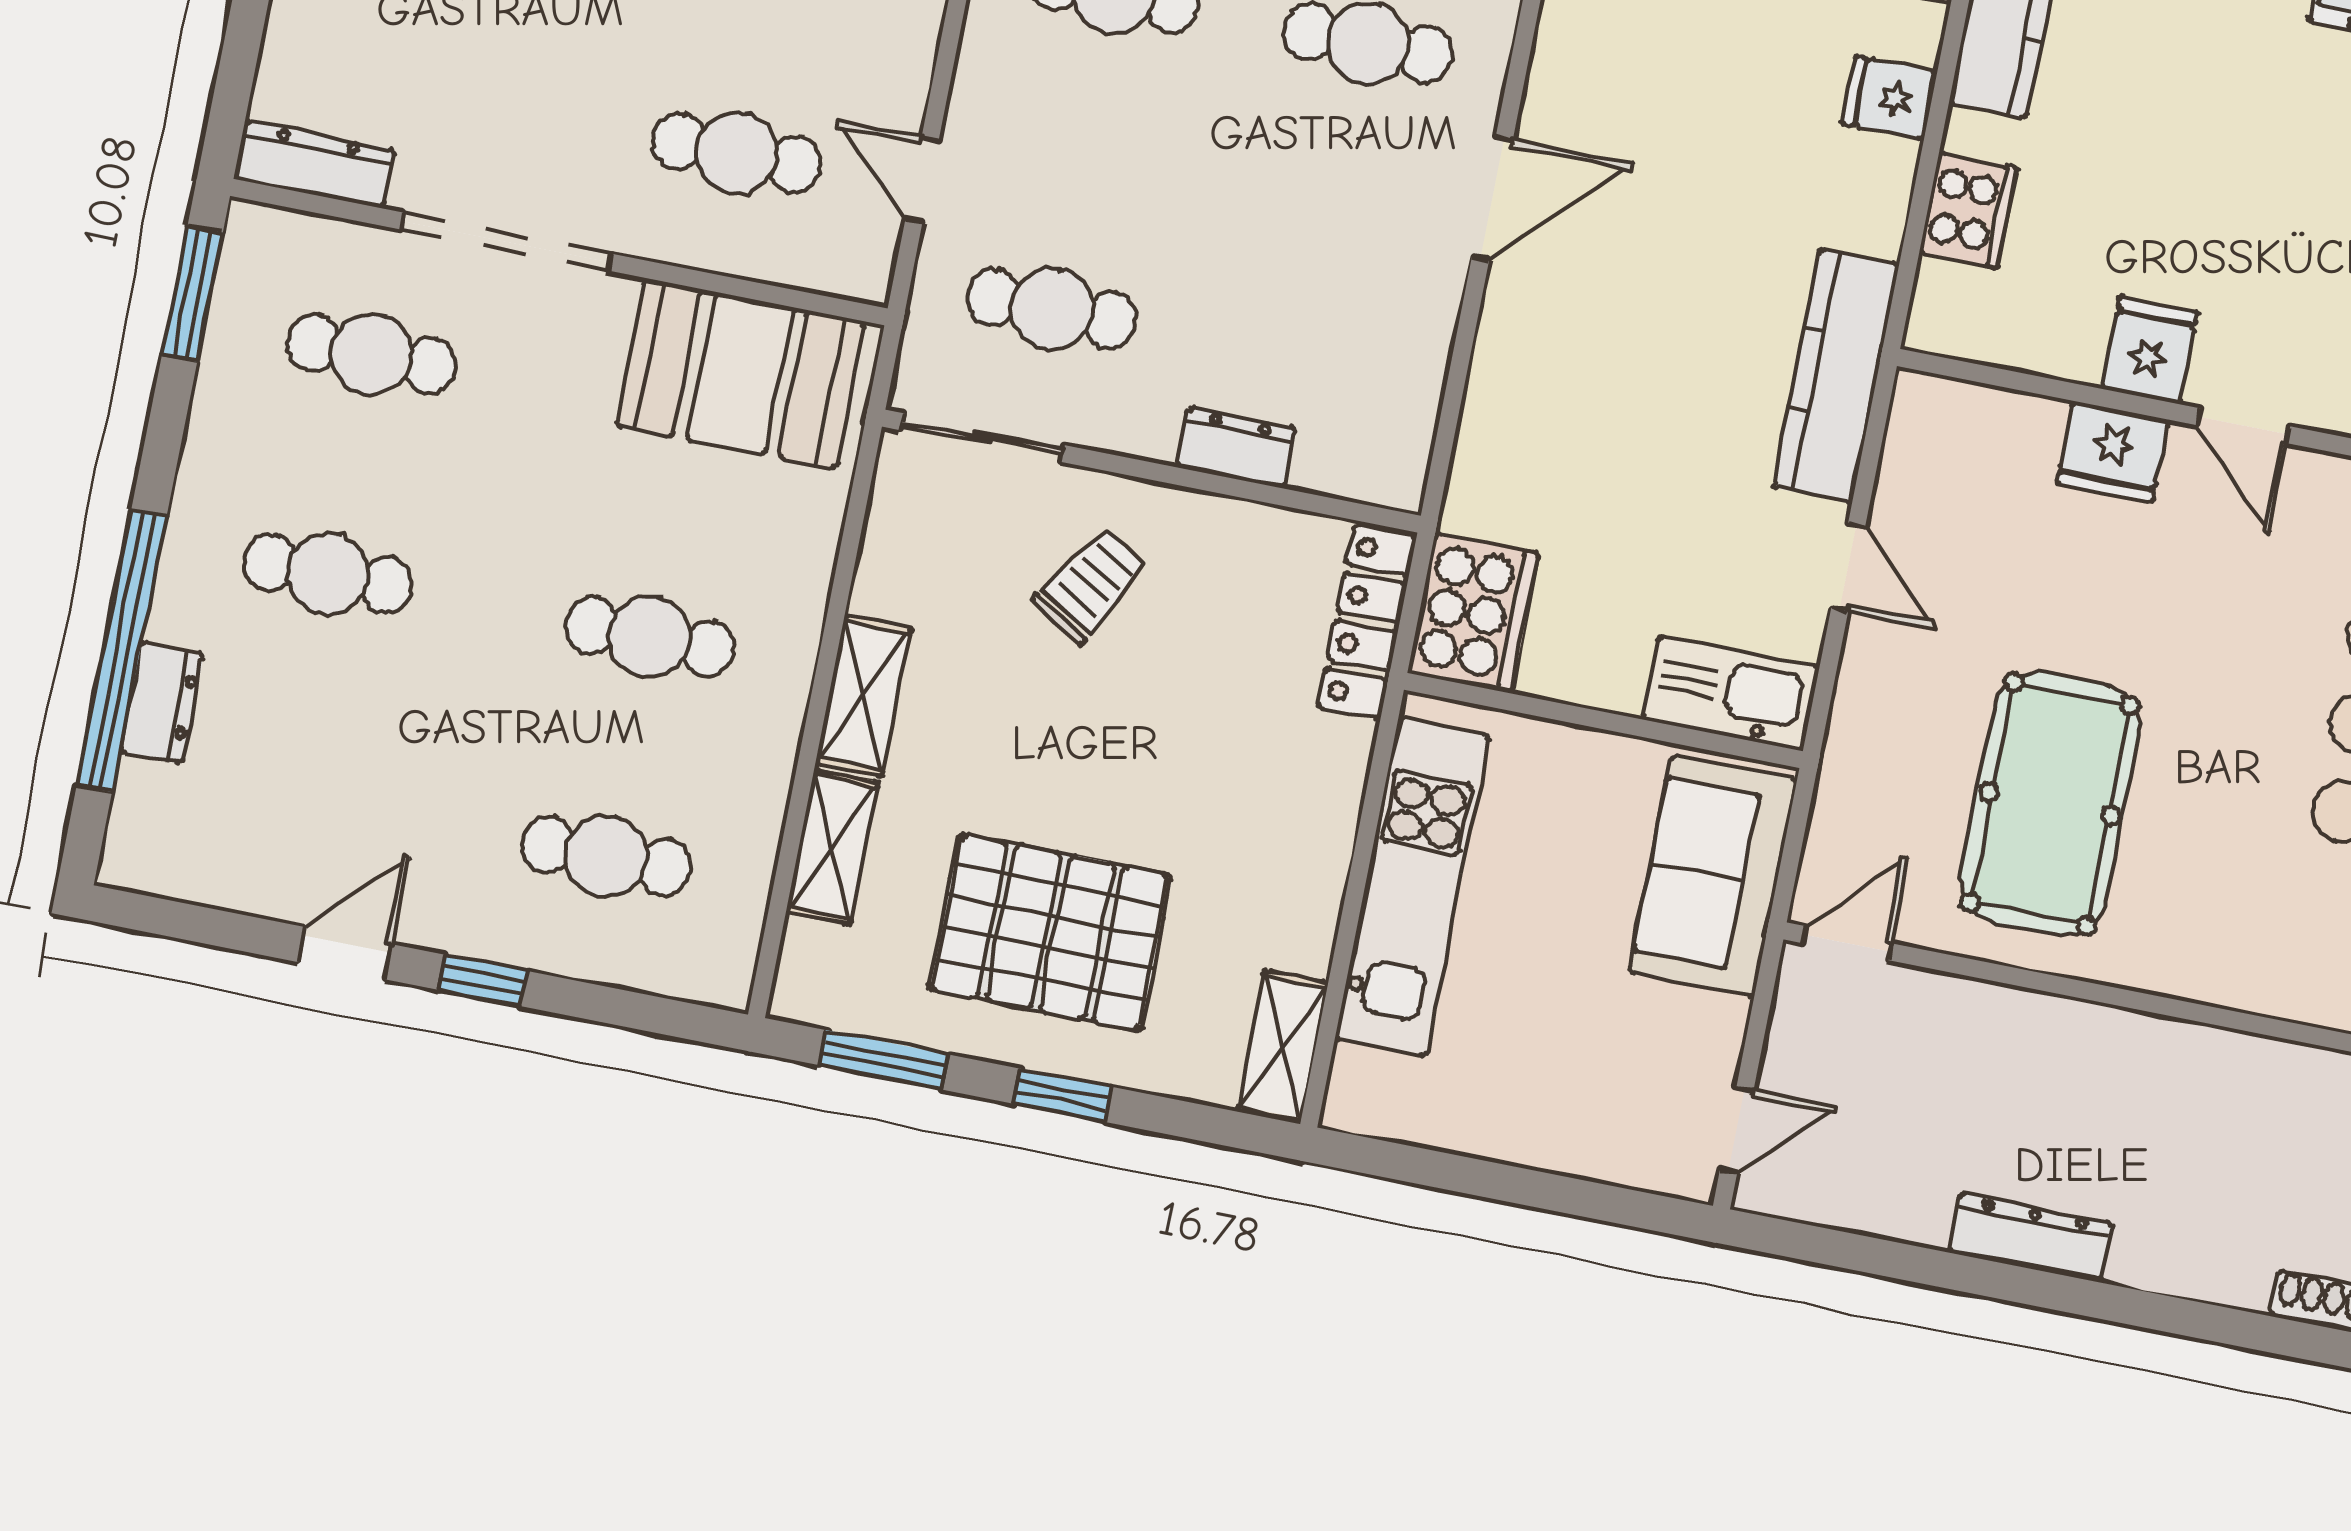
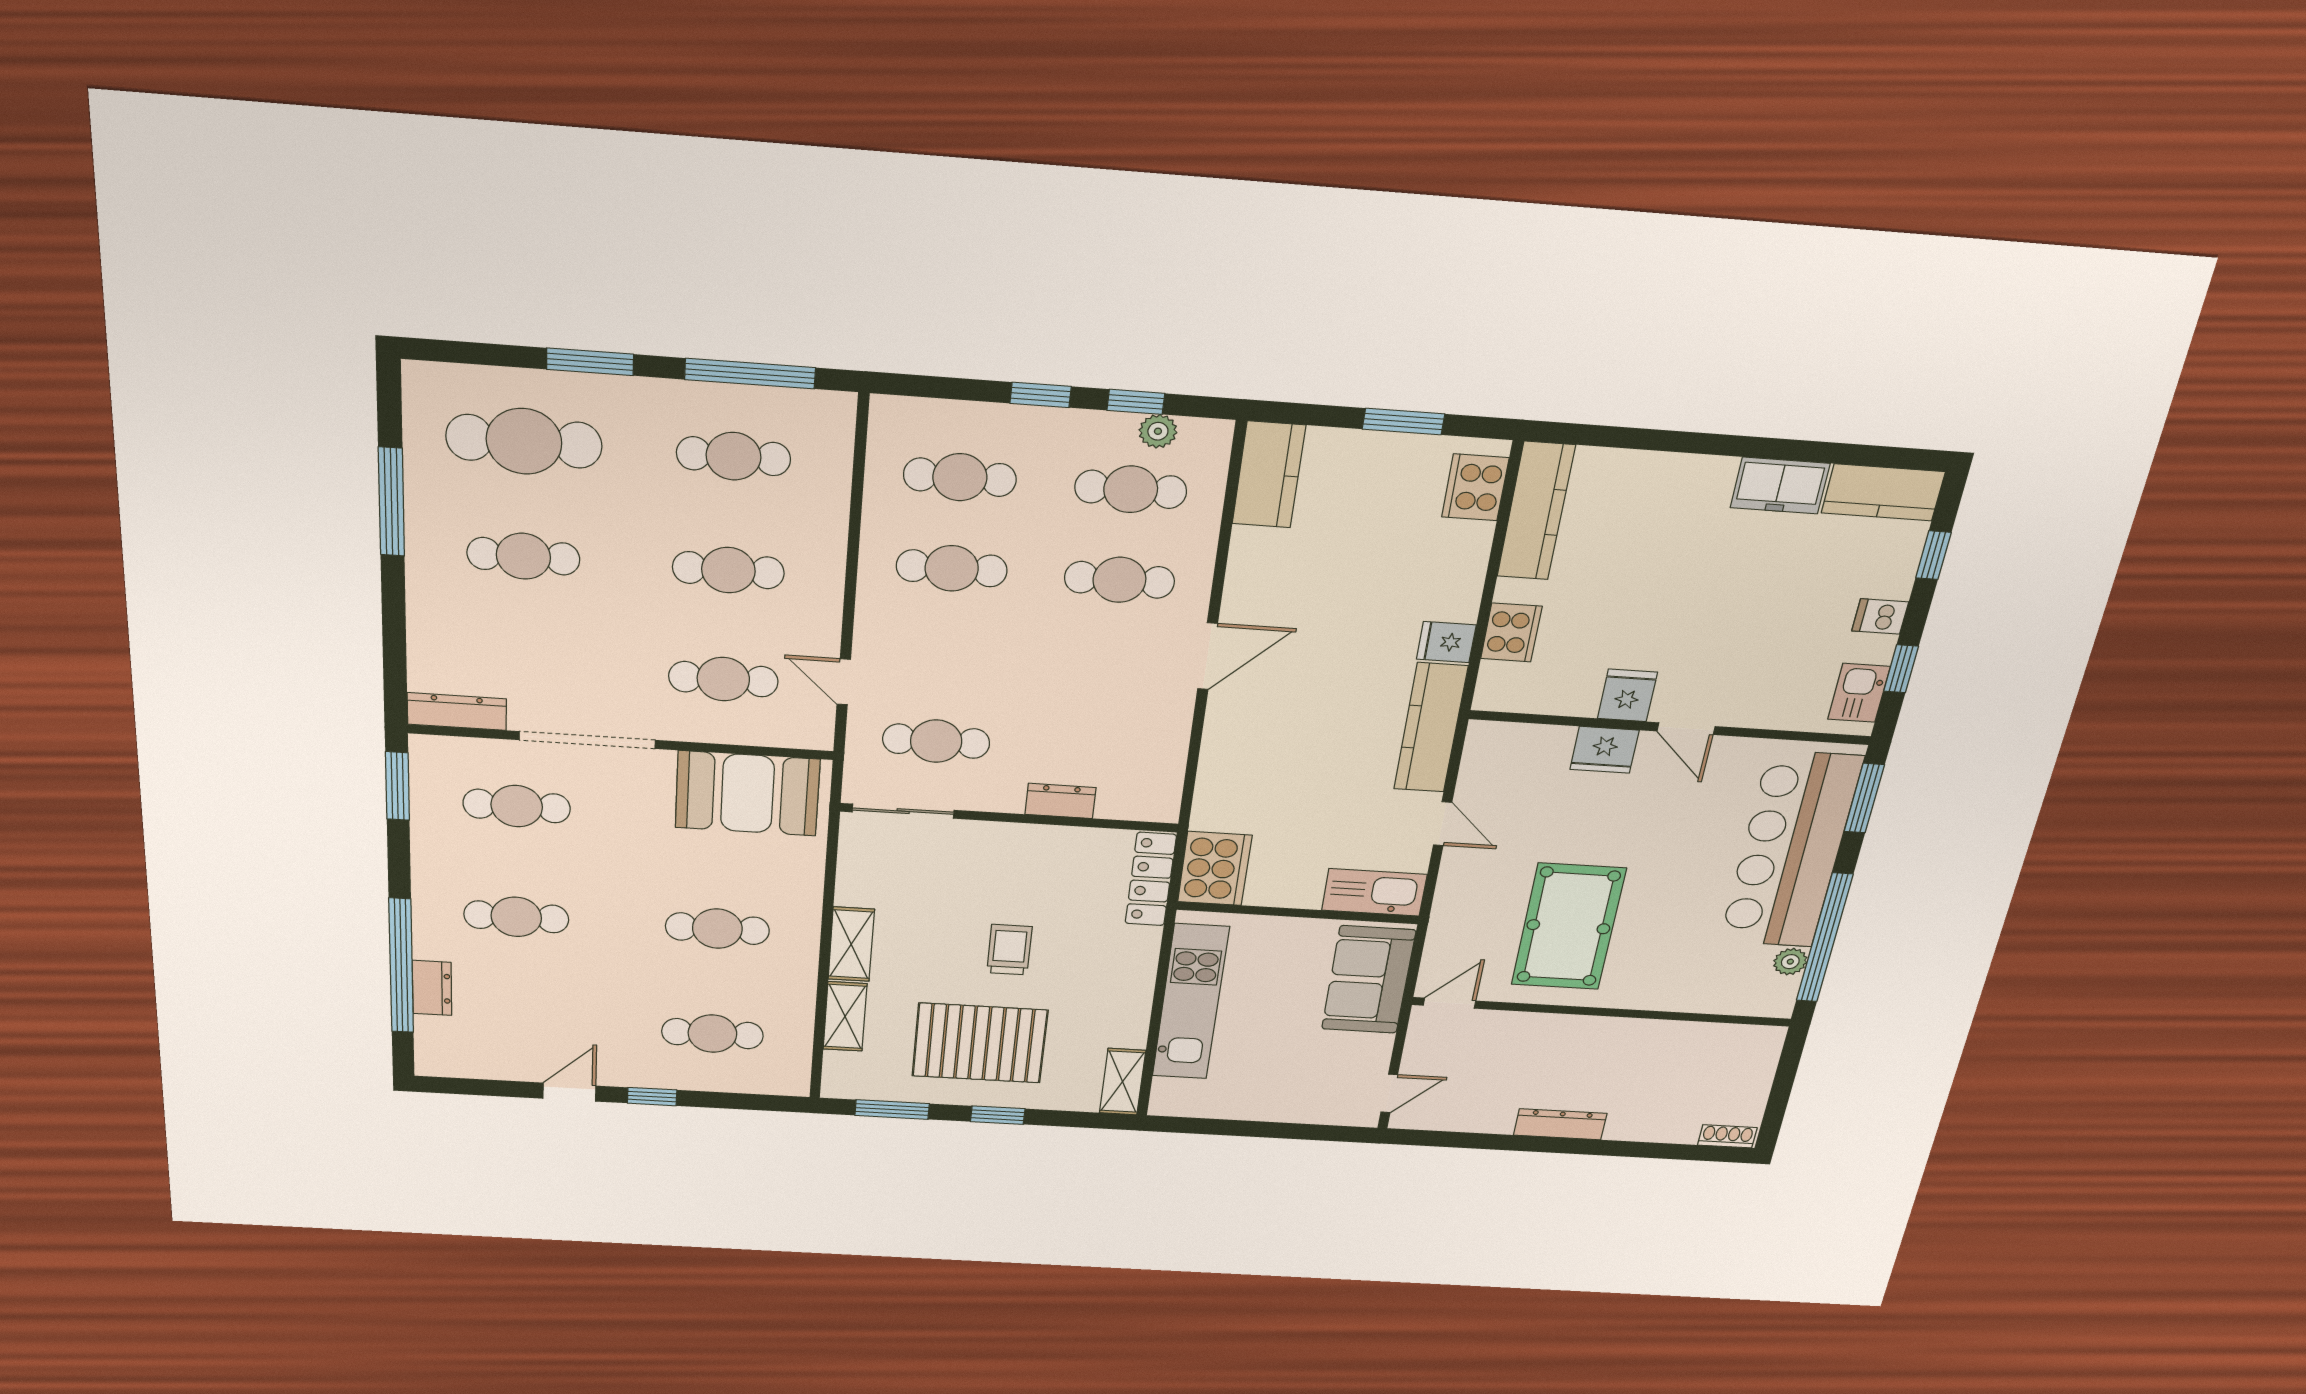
fridge: (1890, 98) -> (1446, 642), moved
trolley: (1091, 585) -> (1009, 950), moved, turned -32

